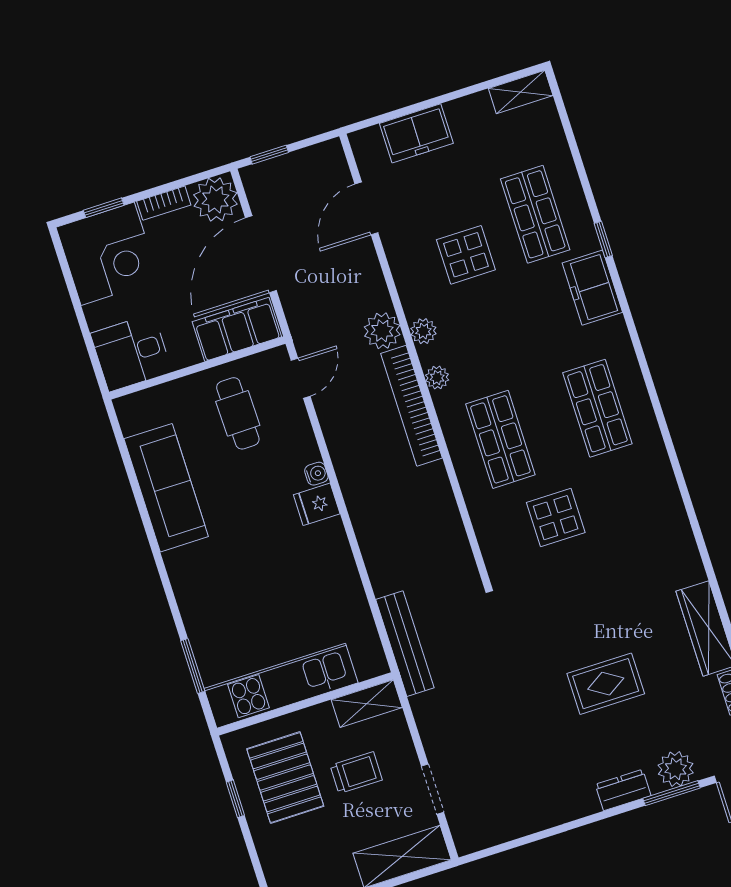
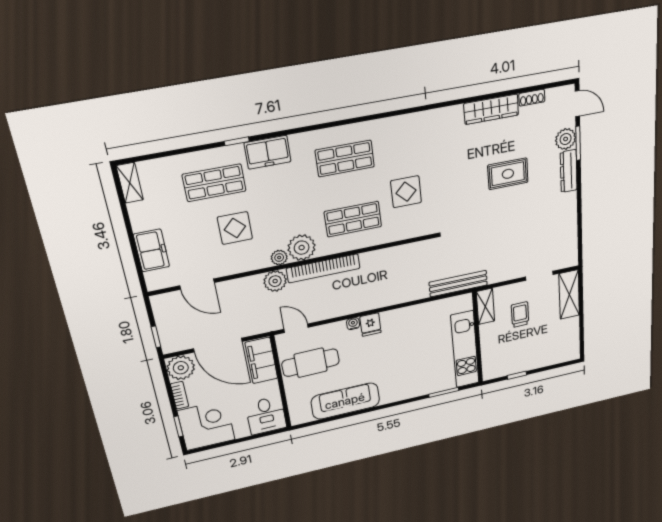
plant: (437, 378) -> (302, 248), width x1.88, depth x1.88
cafe table: (238, 413) -> (311, 363), width x1.37, depth x1.35
rug: (606, 684) -> (508, 174), turned 90
pallet: (285, 778) -> (513, 350), removed
dresser: (623, 790) -> (569, 171), width x1.44

